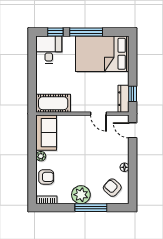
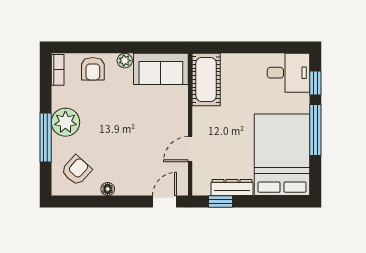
dresser: (123, 99) -> (232, 188), moved

